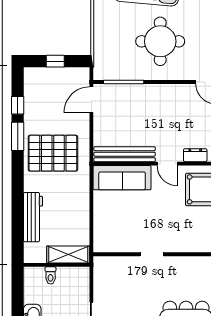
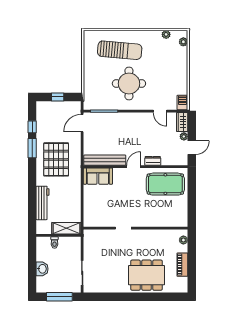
pallet: (53, 153) -> (56, 159), turned 90
door: (167, 164) -> (134, 167), swing flipped
sofa: (122, 178) -> (98, 176), width x0.73

